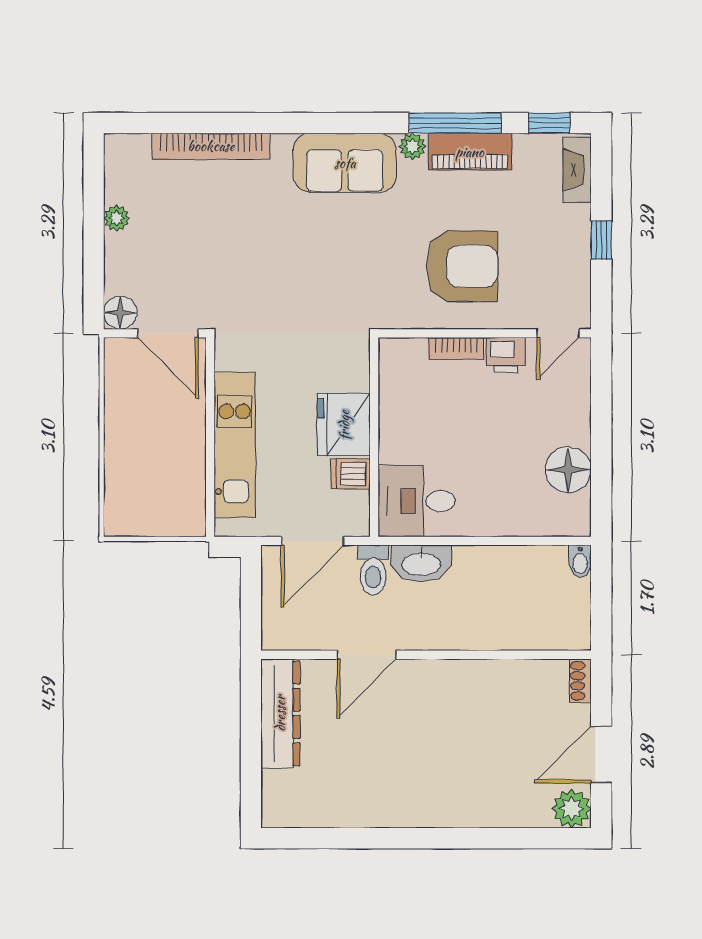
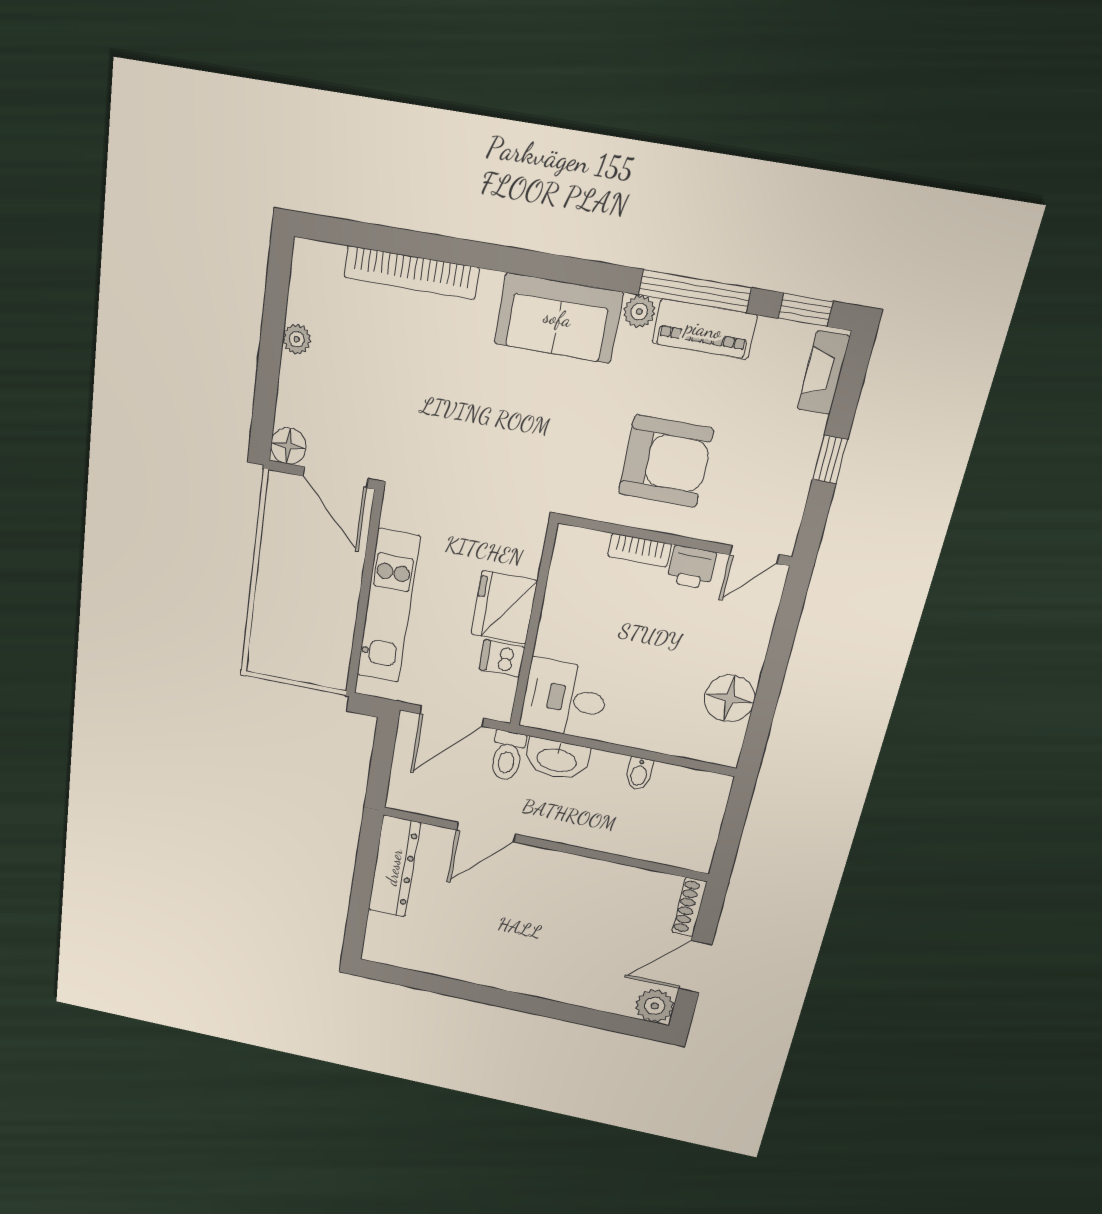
bidet: (580, 561) -> (639, 773), moved
shoe rack: (581, 681) -> (689, 907), width x1.43

